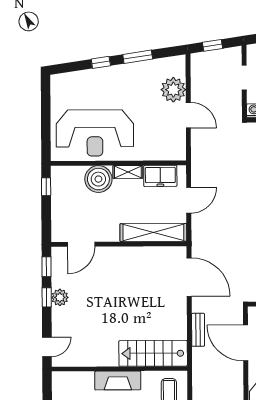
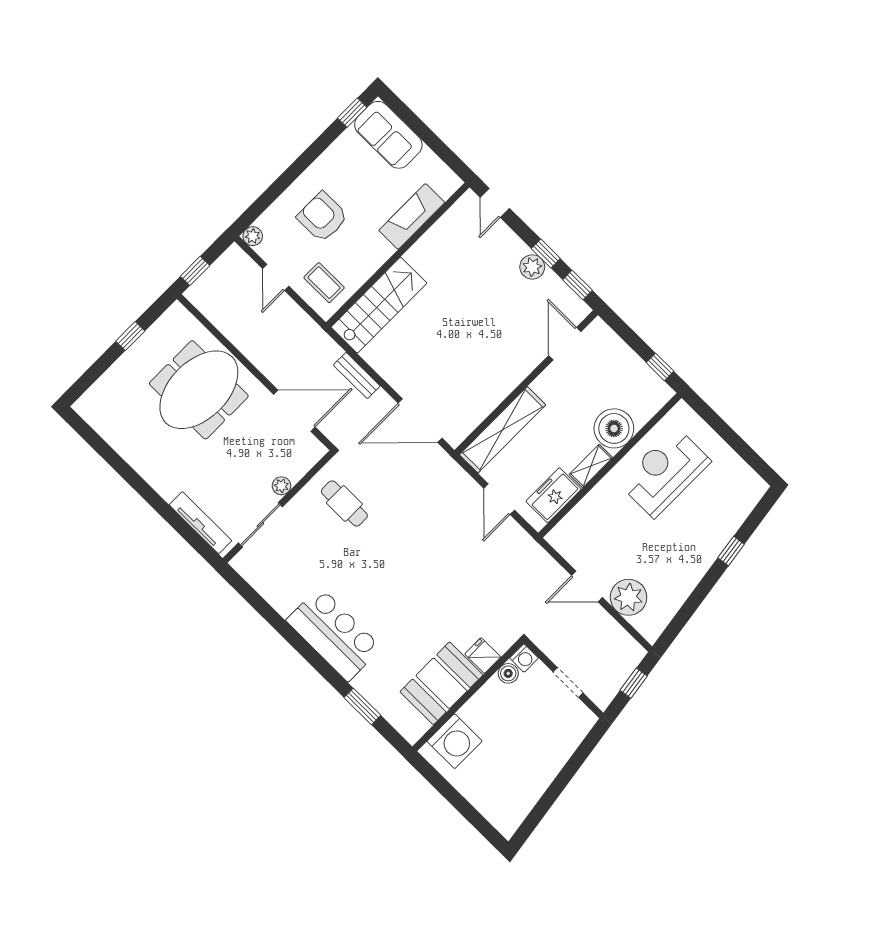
window: (138, 57) -> (699, 595), removed
reception desk: (95, 133) -> (665, 472), width x0.74, depth x0.77
fireplace: (118, 380) -> (412, 216), moved

